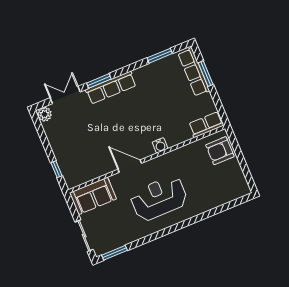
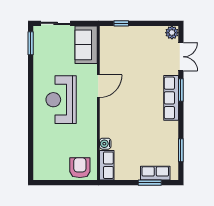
row of seats: (194, 72) -> (155, 173), width x0.68
water cooler: (160, 145) -> (105, 144), moved
reception desk: (159, 198) -> (61, 100), turned 180

